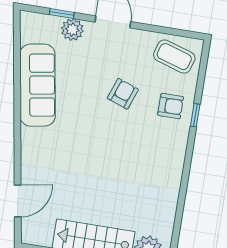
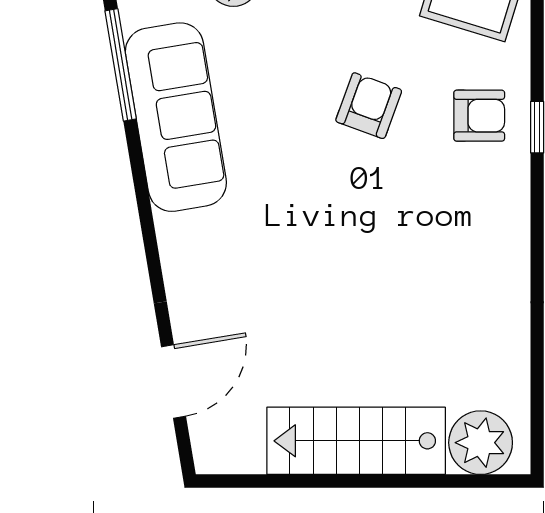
window: (17, 58) -> (121, 65), added

